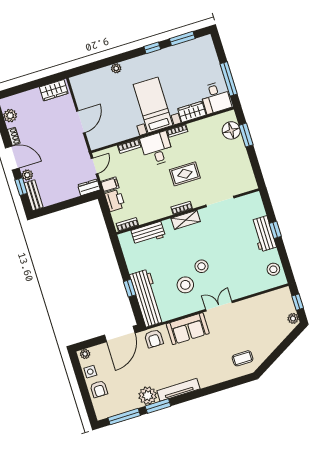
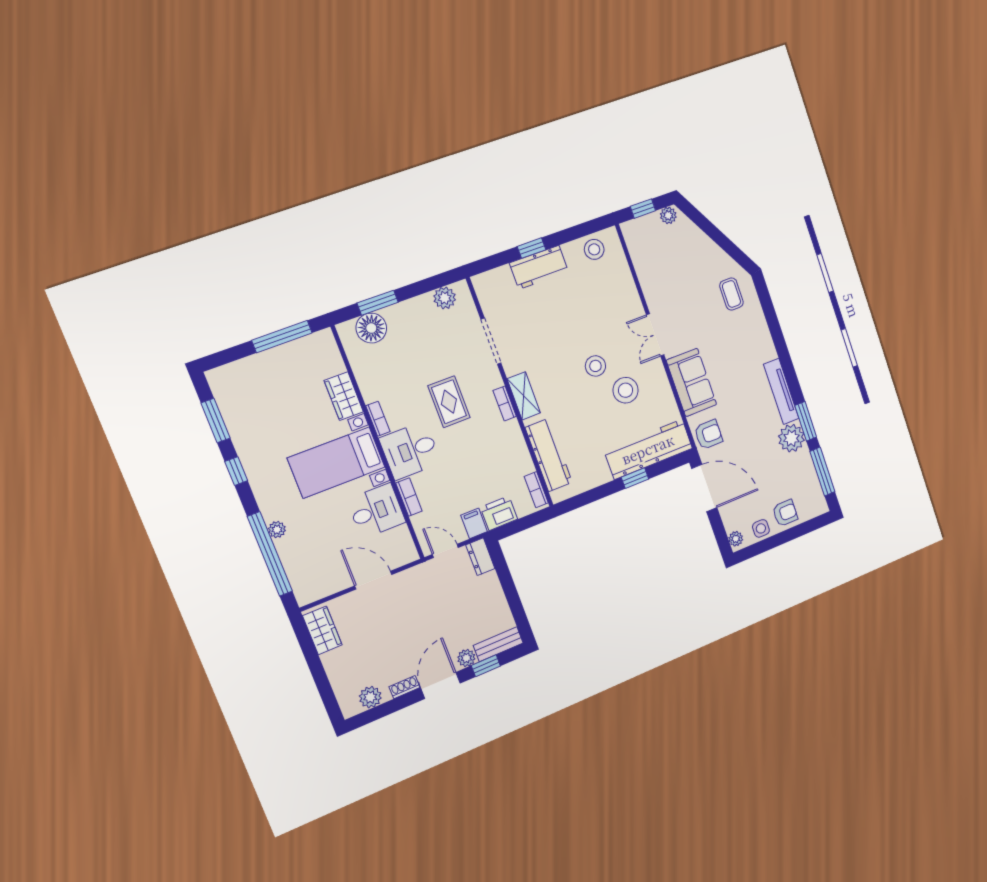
window: (102, 63) -> (270, 554), added
desk: (215, 97) -> (376, 511), moved
plant: (247, 175) -> (445, 298), added
workbench: (148, 233) -> (549, 455), width x1.37

